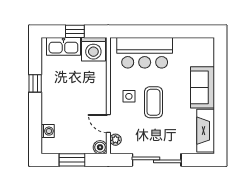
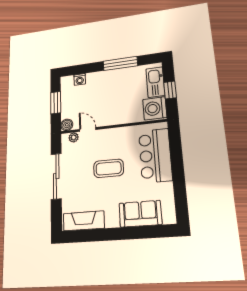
window: (35, 83) -> (120, 63), width x2.17
sofa: (202, 87) -> (140, 214), moved
side table: (129, 96) -> (113, 145), removed
door: (108, 123) -> (88, 129), hinge flipped

